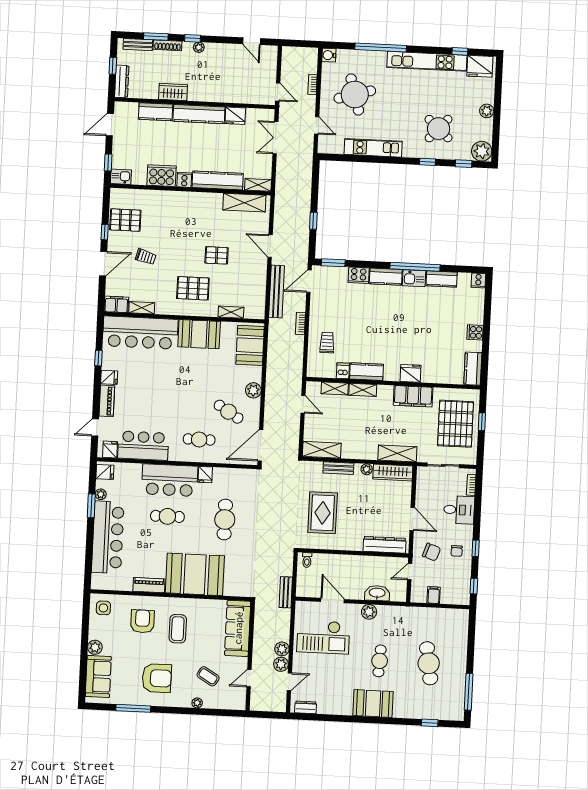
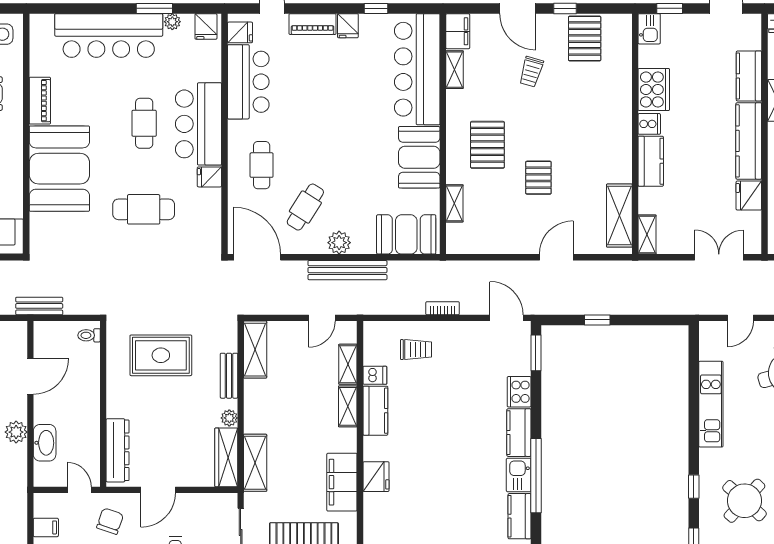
kitchen counter: (218, 180) -> (651, 161), width x0.67
bench: (277, 292) -> (347, 270), moved
chair: (432, 552) -> (110, 521), turned 180

